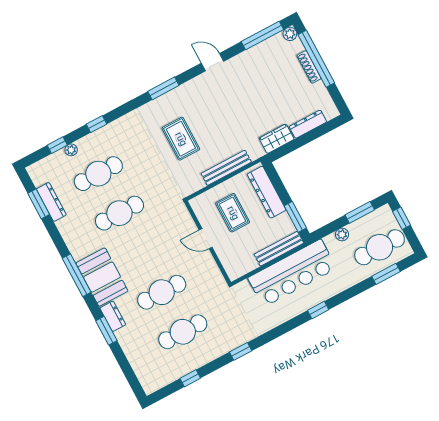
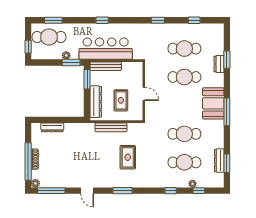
wardrobe: (277, 139) -> (74, 129), removed
window: (360, 212) -> (71, 63), moved
dresser: (113, 316) -> (219, 64), moved
window: (106, 331) -> (227, 60), moved

